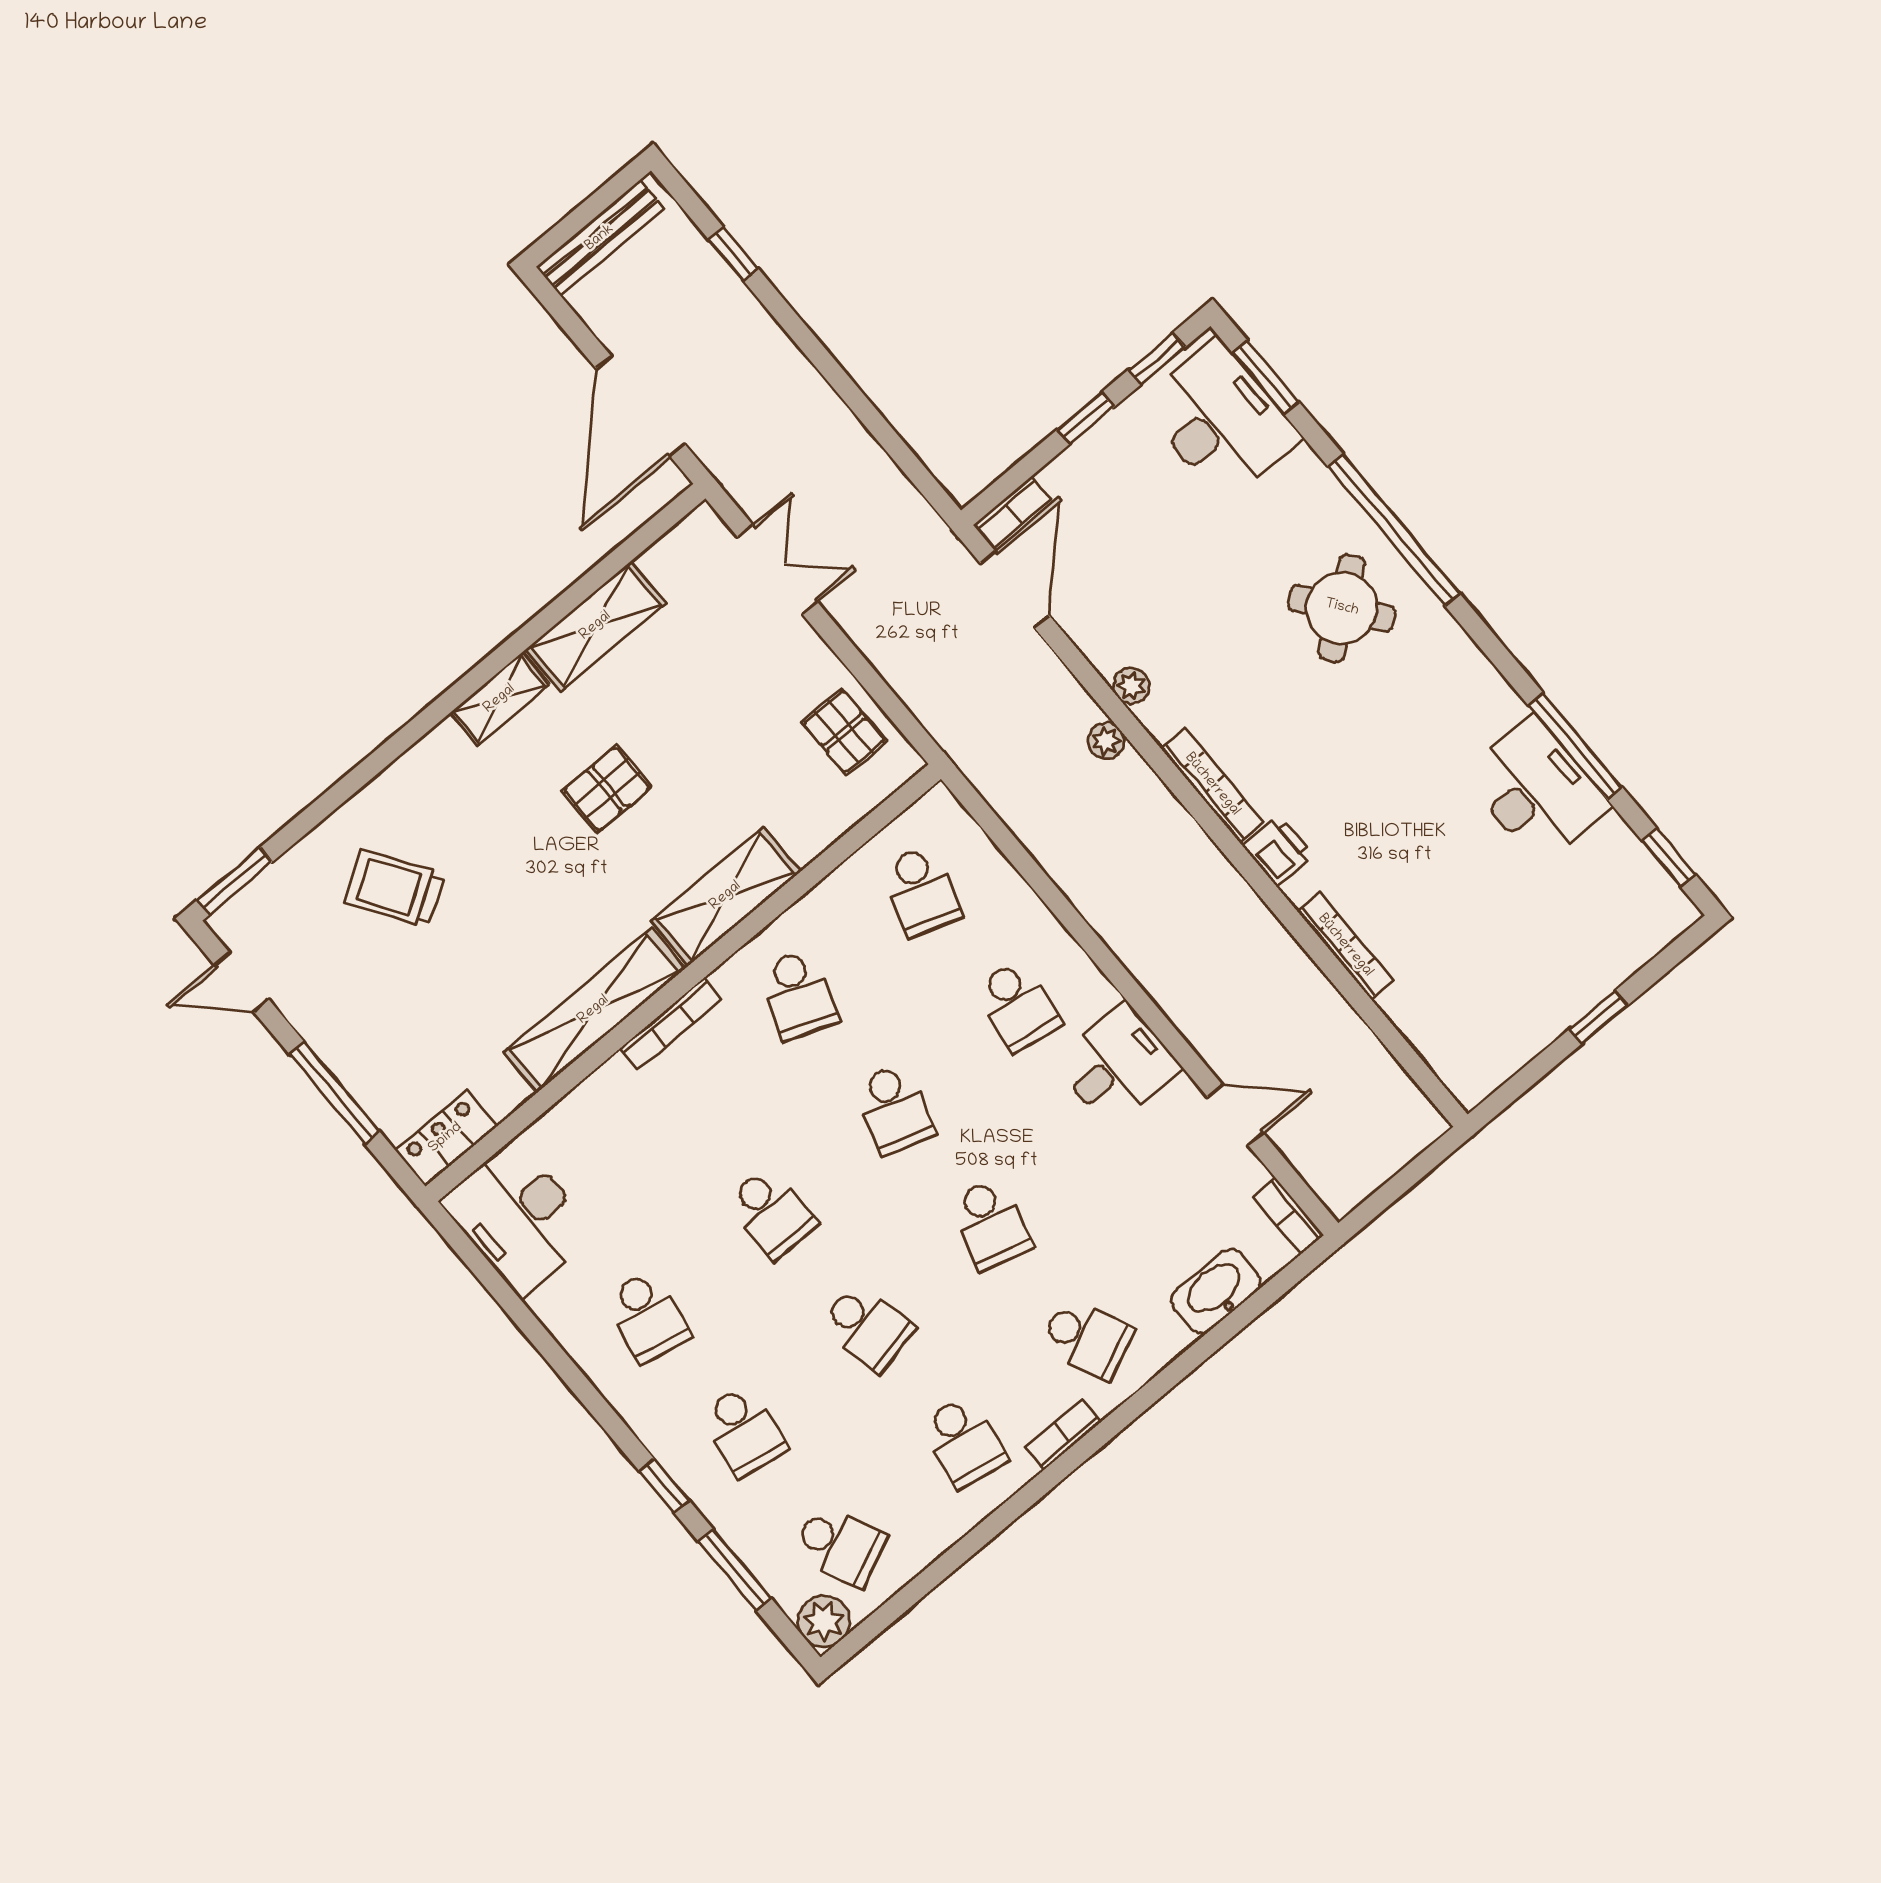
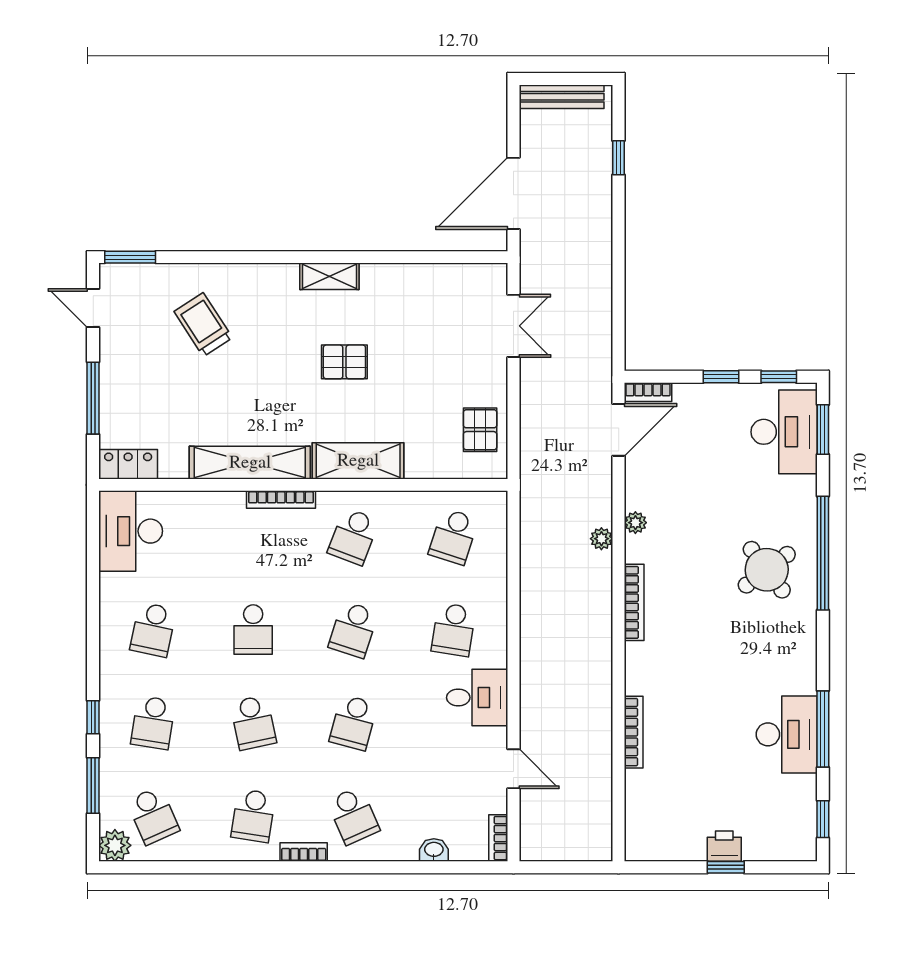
shelving: (596, 626) -> (404, 280), removed
printer: (1278, 850) -> (724, 846), moved, turned -90
washbasin: (1216, 1291) -> (434, 850), width x0.52, depth x0.69

